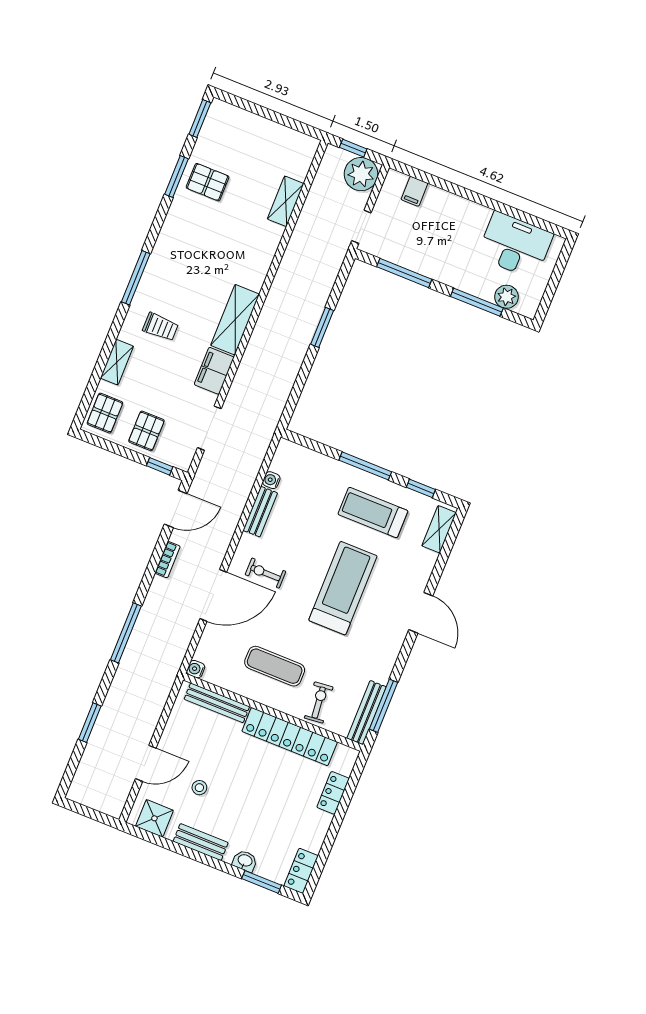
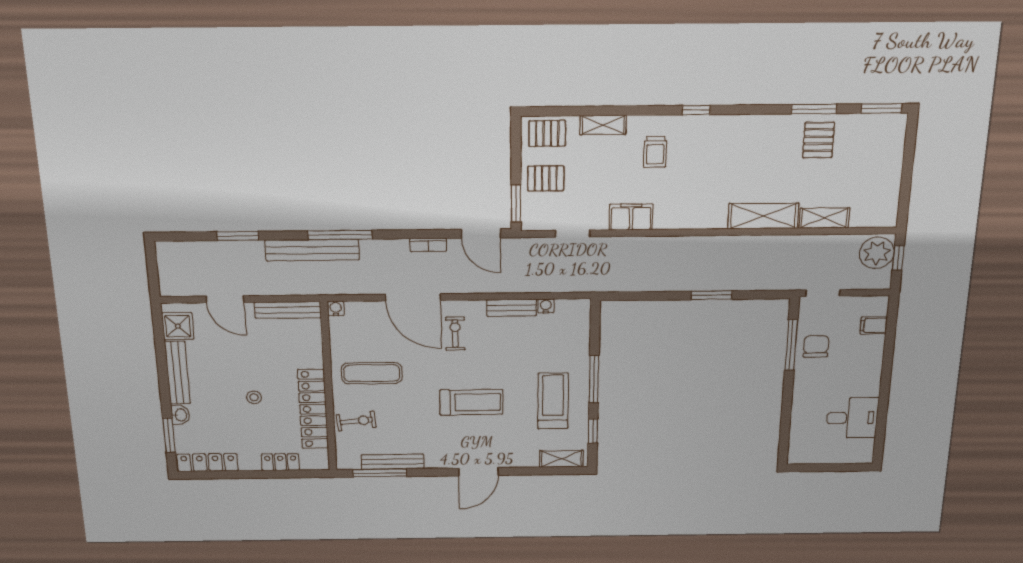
plant: (361, 174) -> (877, 253), moved
desk: (515, 245) -> (852, 418), width x0.73
chair: (415, 251) -> (816, 346), added
window: (136, 278) -> (696, 110), width x0.46
plant: (506, 297) -> (800, 436), removed
window: (477, 302) -> (786, 414), removed
shelving: (235, 320) -> (763, 216), moved
doorway: (209, 428) -> (573, 234), width x0.73
window: (160, 466) -> (516, 204), width x1.50
treadmill: (343, 588) -> (471, 402), width x0.73, depth x0.73
bench: (130, 664) -> (312, 250), added
exercise mat: (275, 666) -> (372, 373), turned 90
bench: (217, 703) -> (288, 310), moved, turned 90
bench: (367, 713) -> (393, 462), moved
stool: (199, 788) -> (254, 397), moved
bench: (201, 842) -> (177, 373), width x1.36
locker: (301, 871) -> (208, 462), width x1.53

